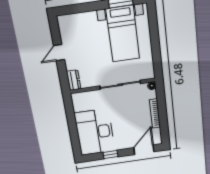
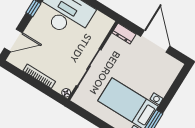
door: (59, 53) -> (155, 41), width x1.87
door: (144, 150) -> (13, 40), hinge flipped

